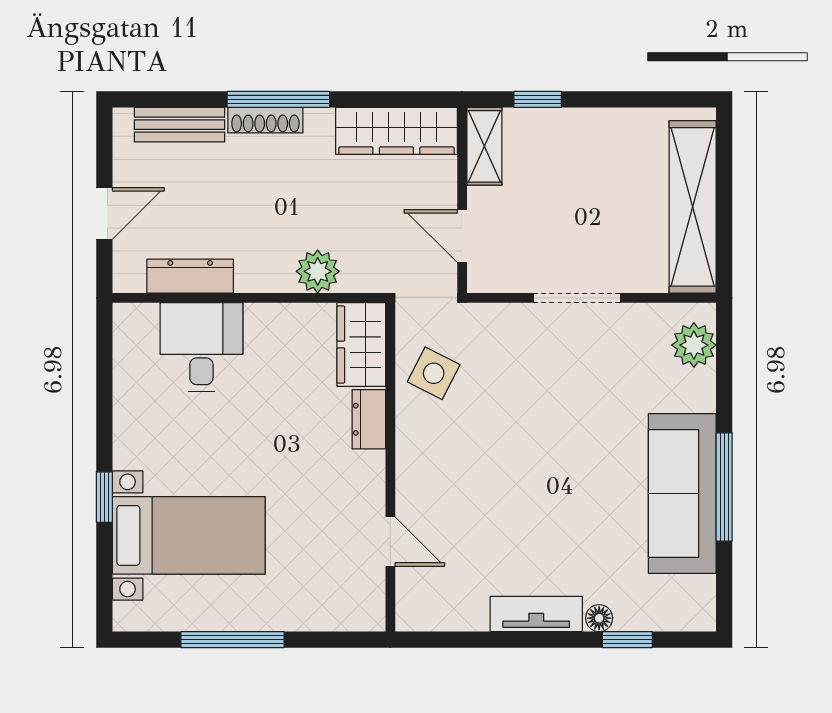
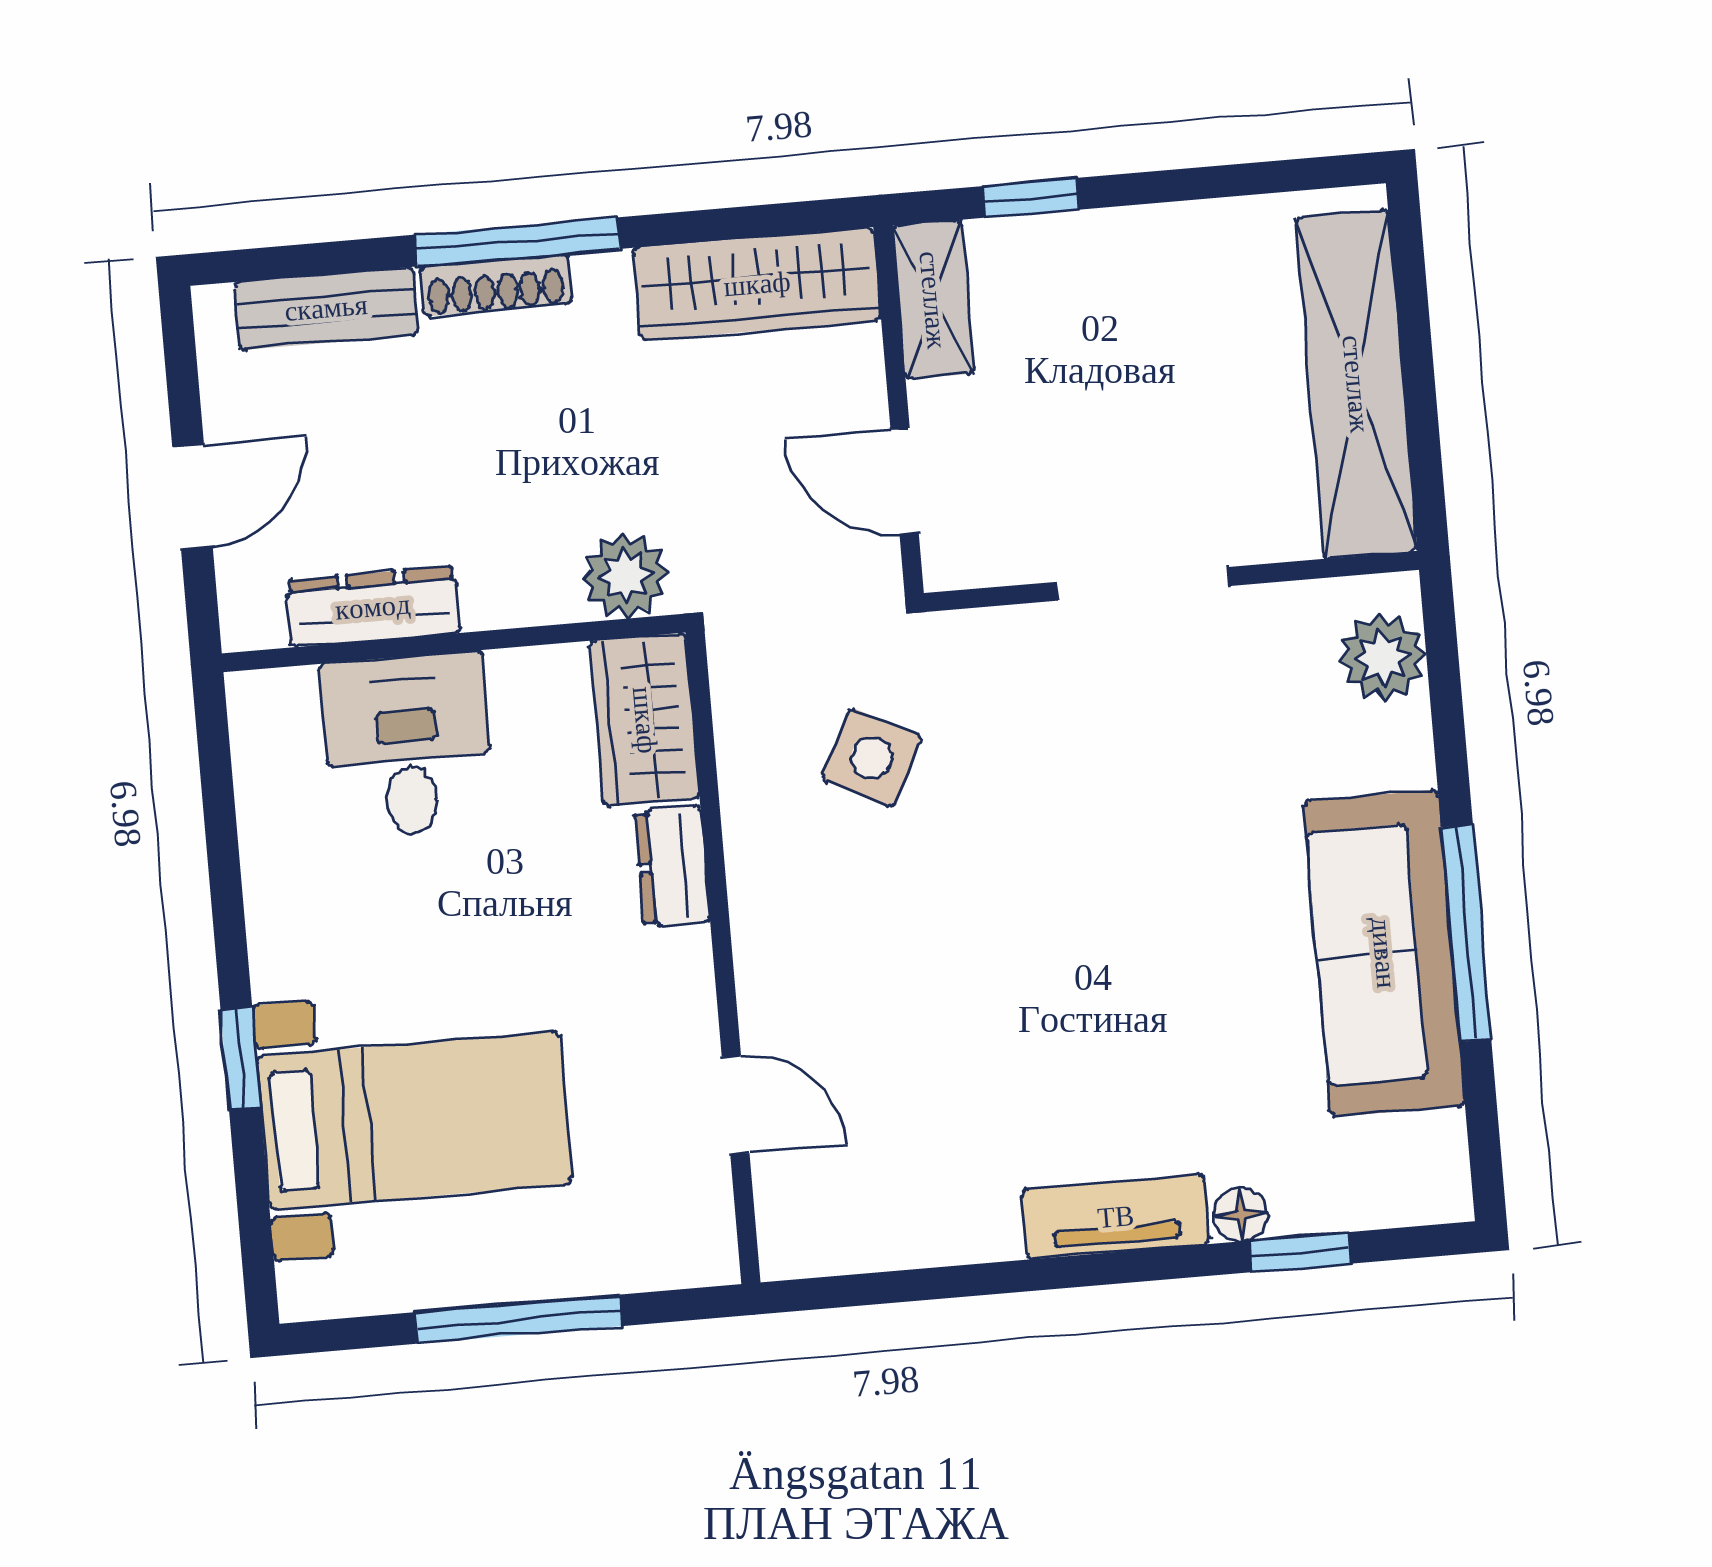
wardrobe: (361, 345) -> (645, 720), moved
dresser: (369, 419) -> (672, 866), moved
wall: (390, 467) -> (723, 958), moved
door: (390, 542) -> (736, 1105), moved

